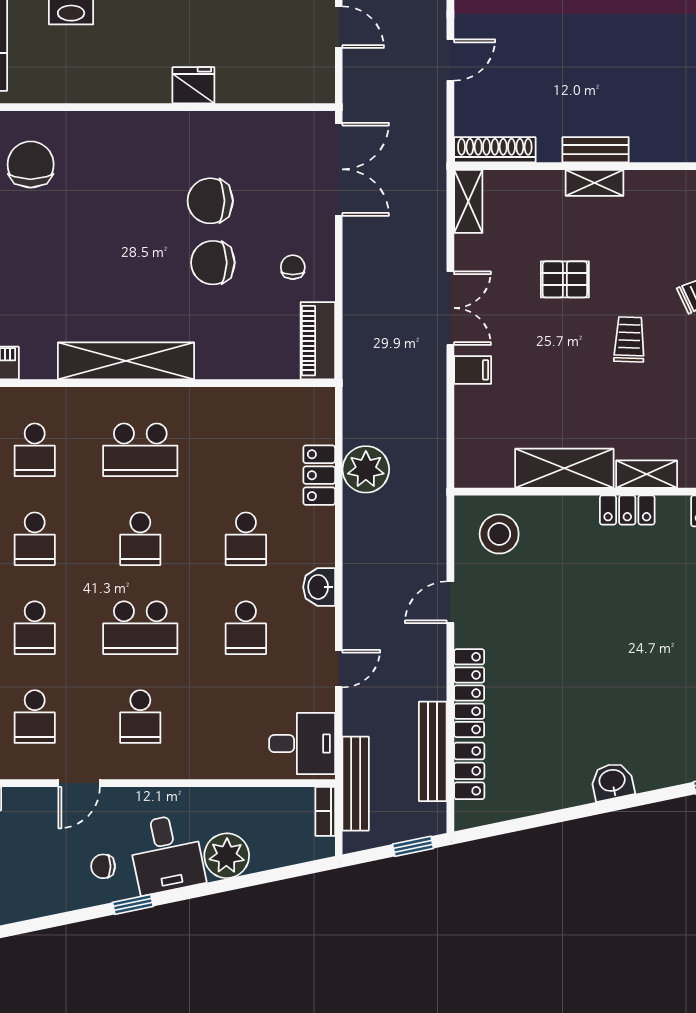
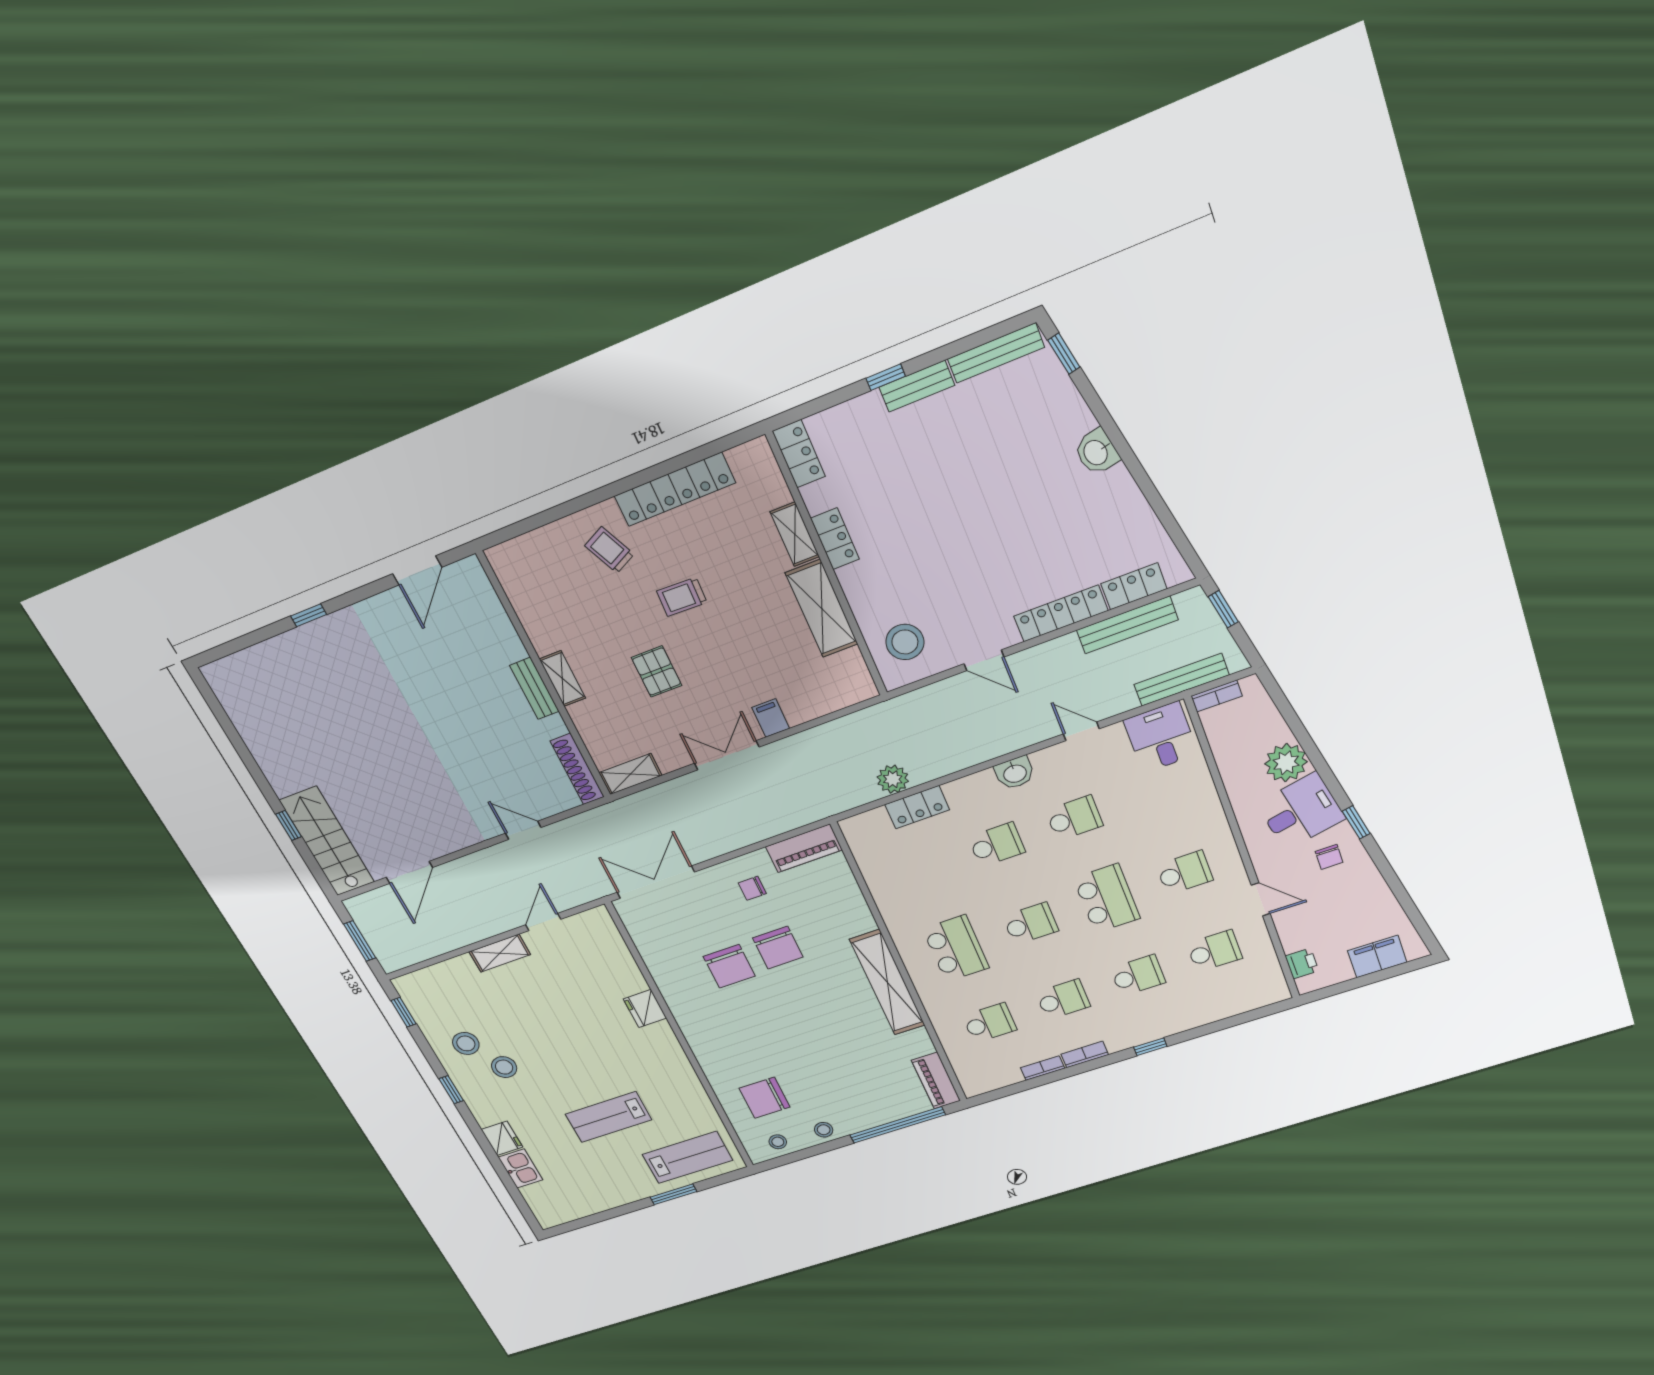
plant: (366, 469) -> (893, 779), width x0.73, depth x0.73

